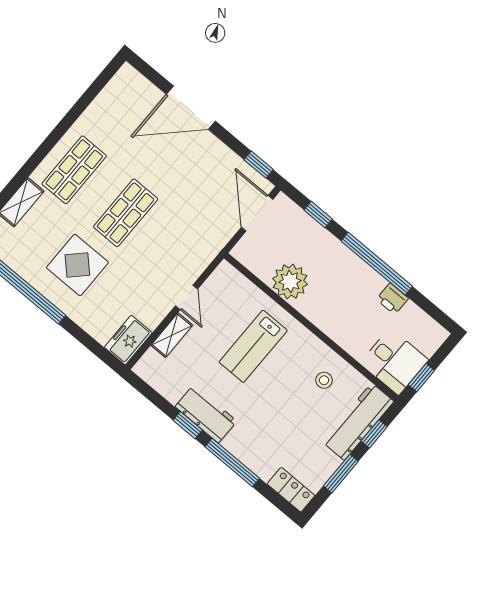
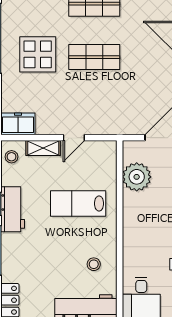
plant: (290, 281) -> (137, 177), moved
stool: (155, 373) -> (12, 157), added

